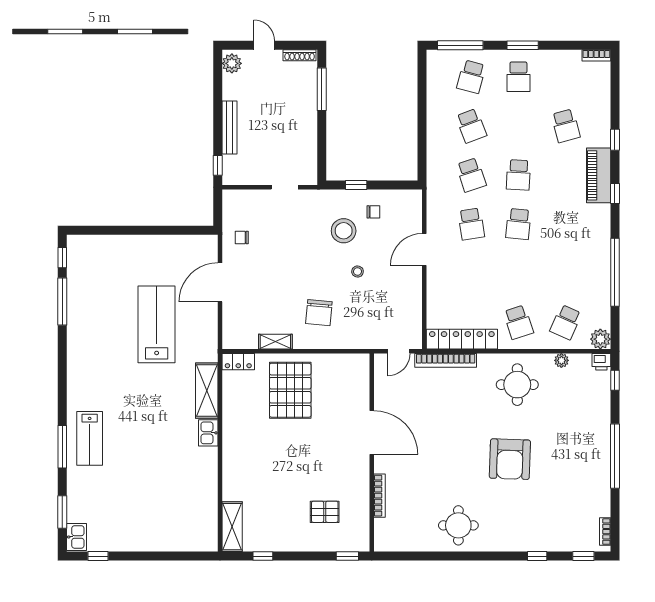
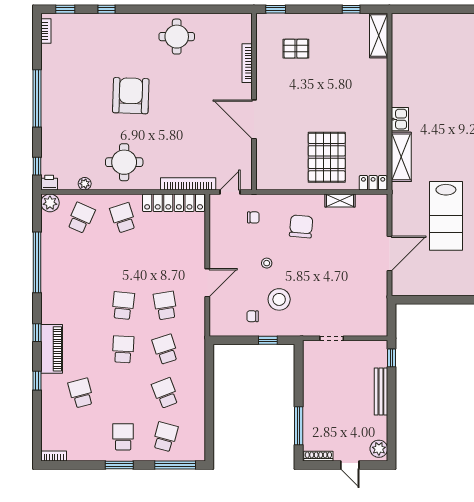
chair: (242, 237) -> (253, 217), moved

